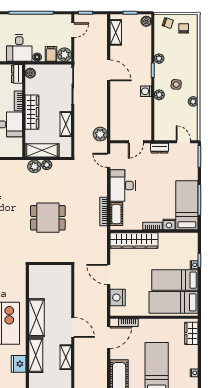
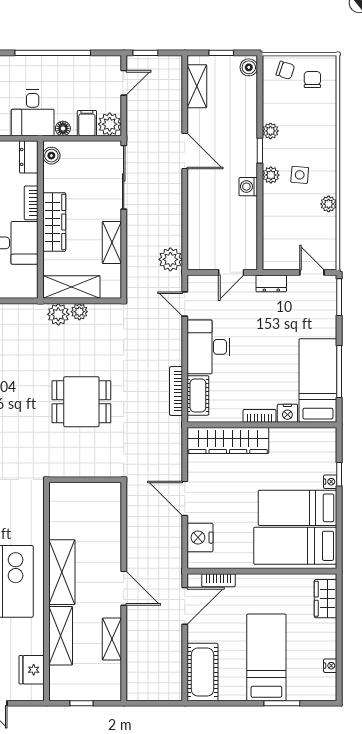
plant: (159, 95) -> (271, 175), moved
fridge: (19, 364) -> (32, 670), moved

